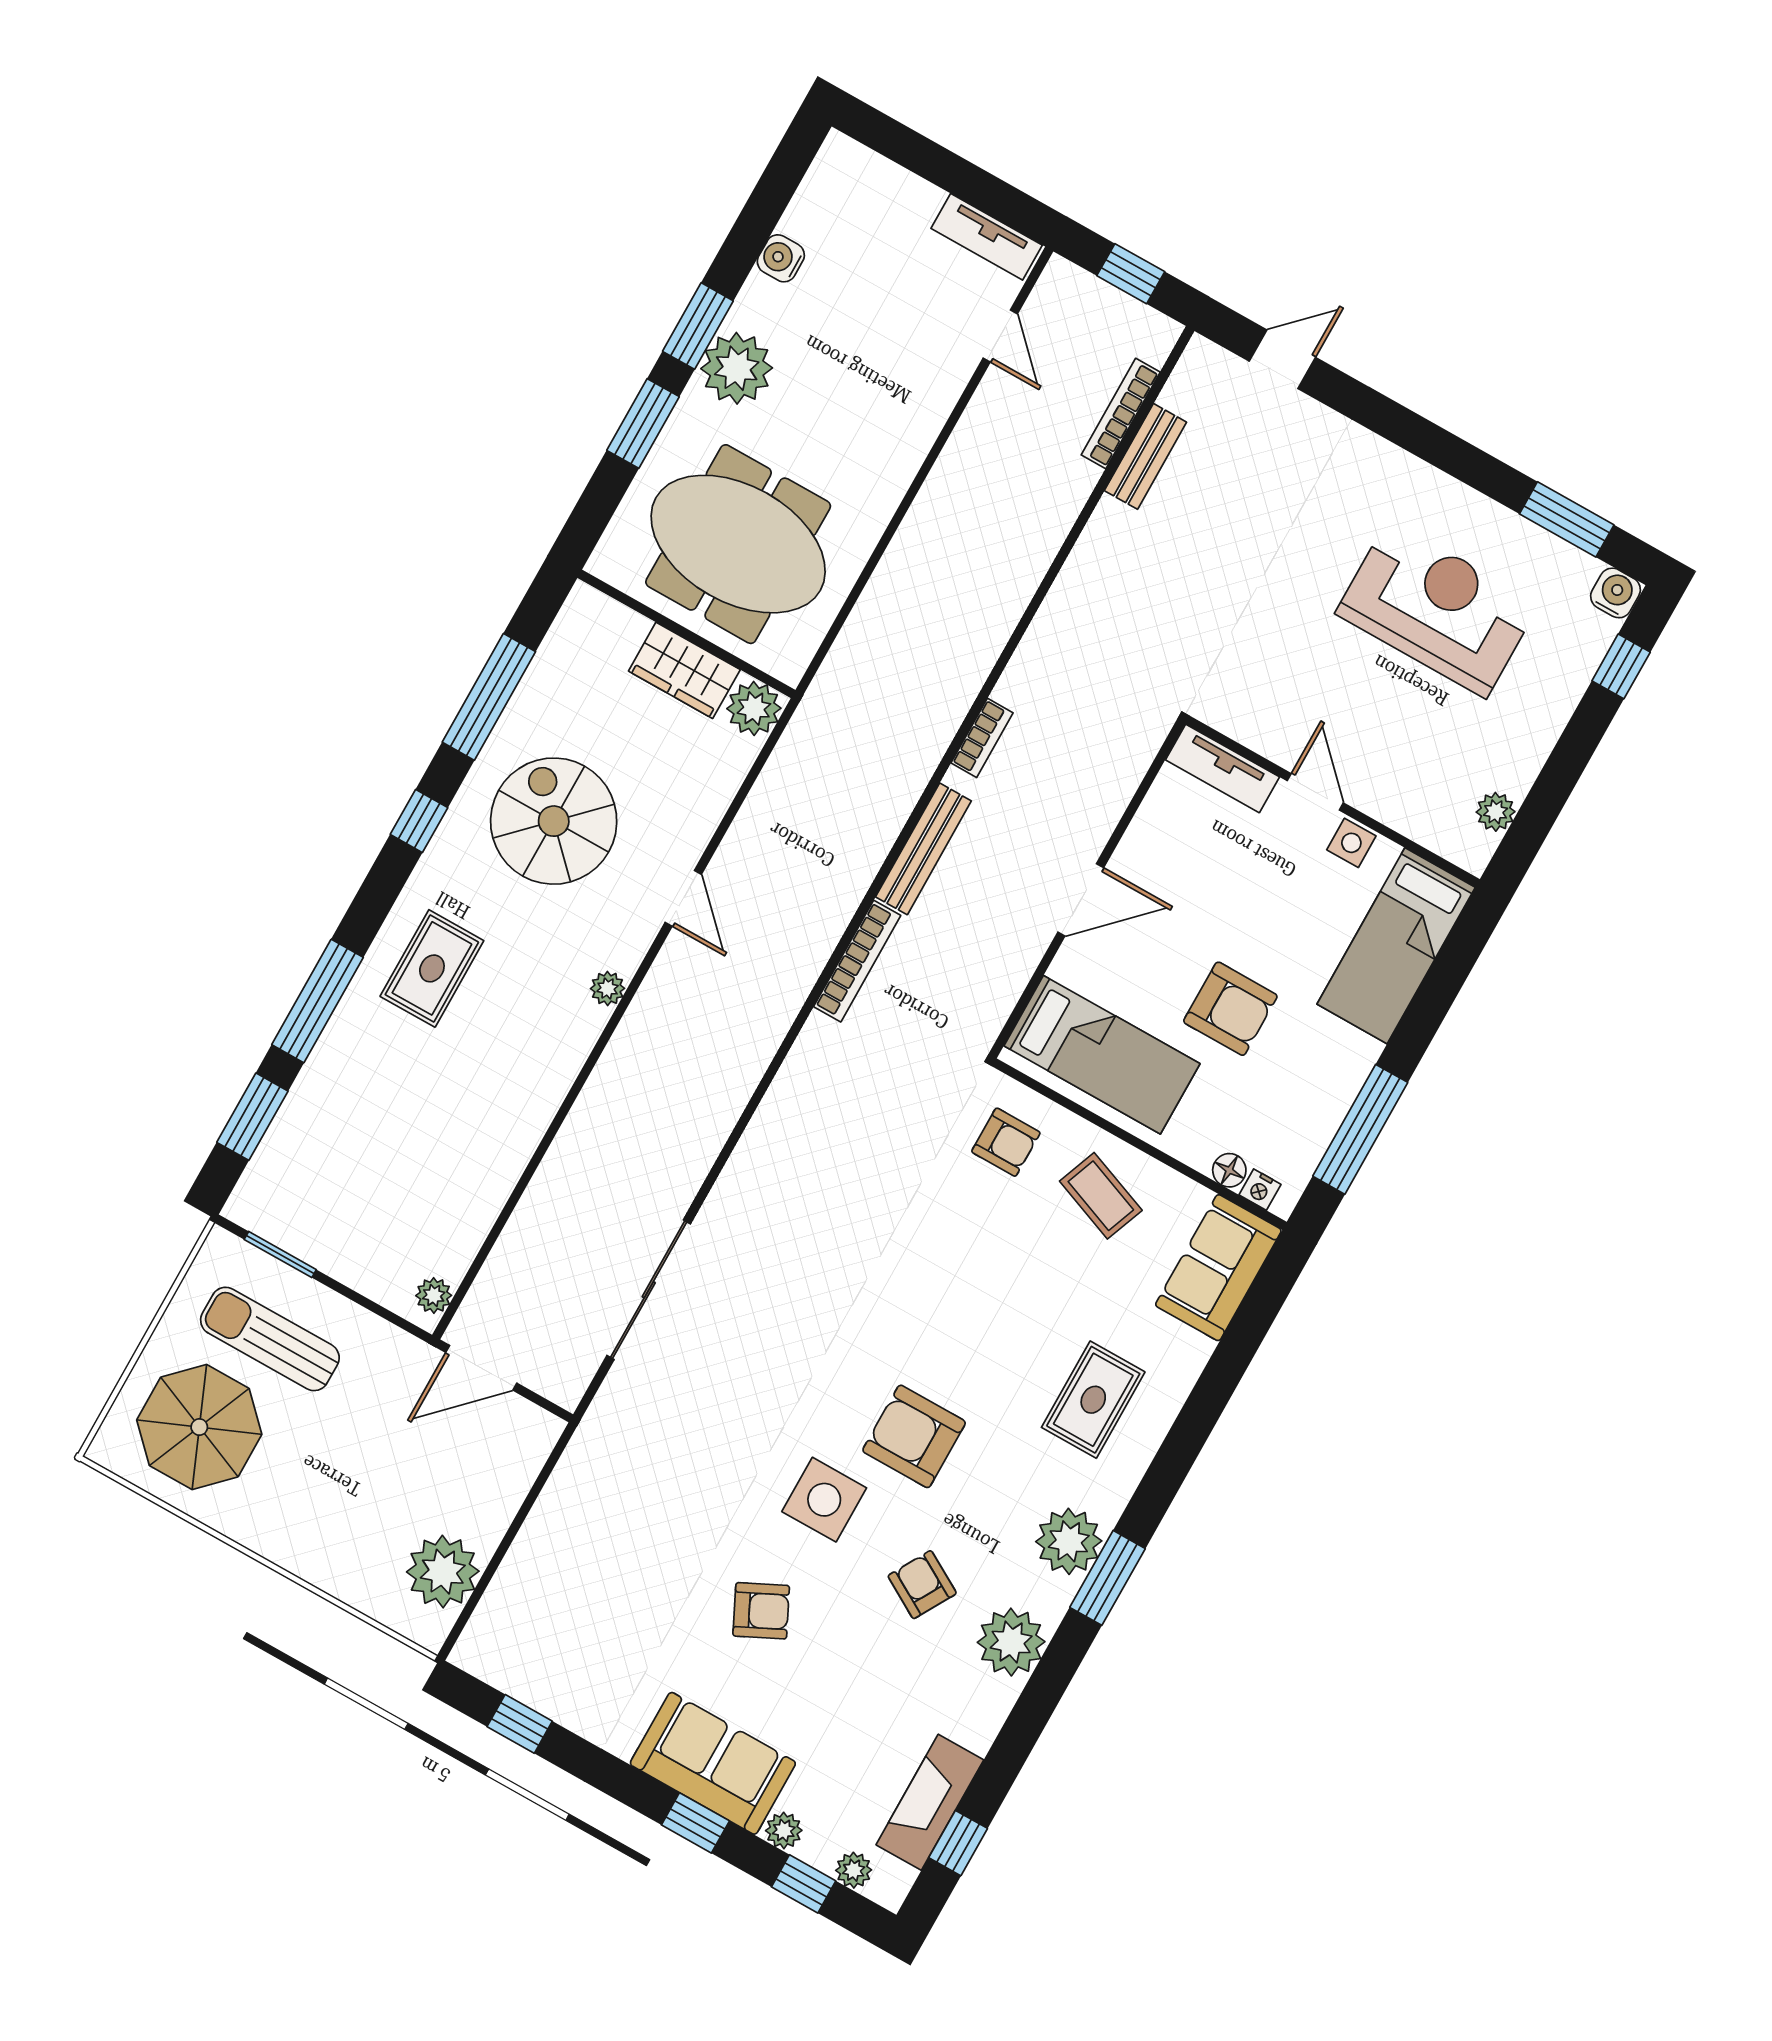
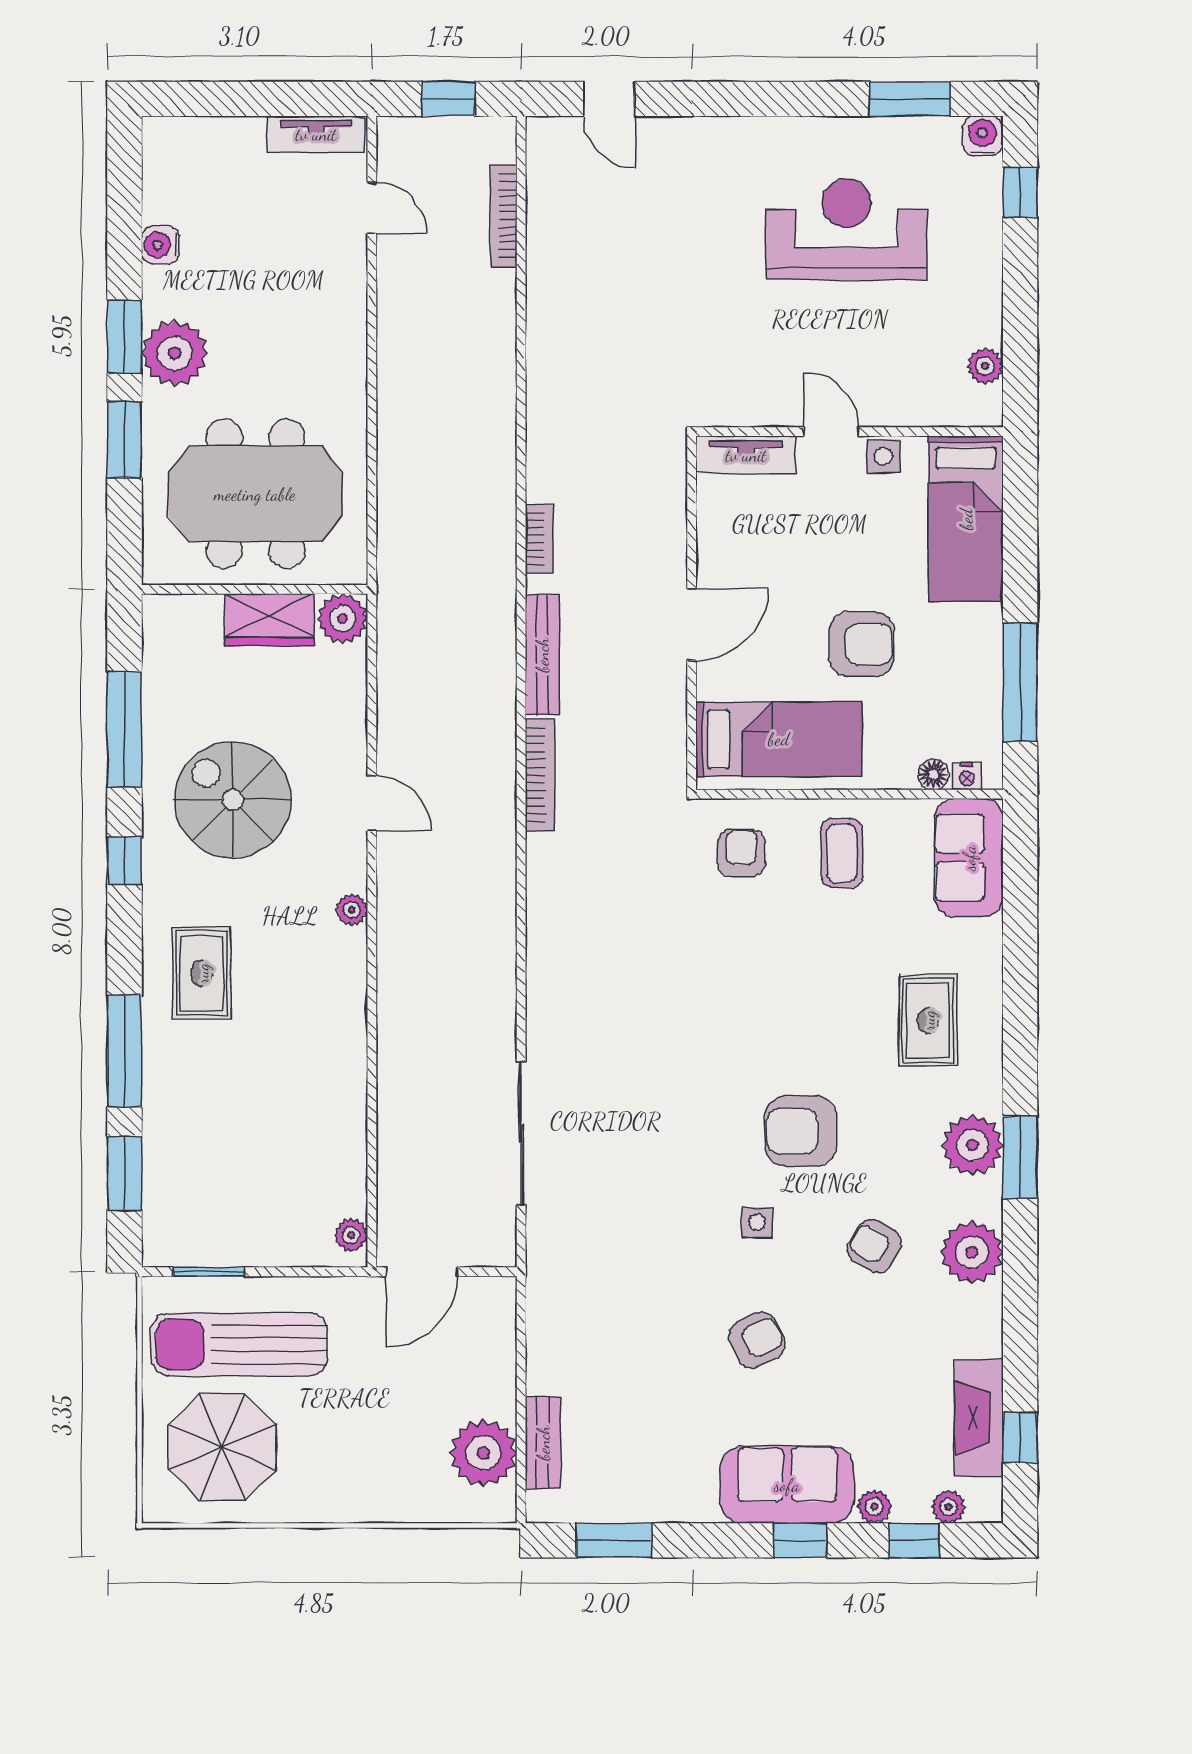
door: (1282, 359) -> (609, 99), swing flipped
bench: (1145, 456) -> (543, 1443), moved
armchair: (1006, 1142) -> (741, 853), turned -90
coffee table: (1101, 1196) -> (842, 853), turned 68
sun lounger: (270, 1339) -> (239, 1344), width x1.36, depth x1.34
side table: (824, 1500) -> (757, 1222), width x0.54, depth x0.54
window: (520, 1724) -> (614, 1540), width x1.50

